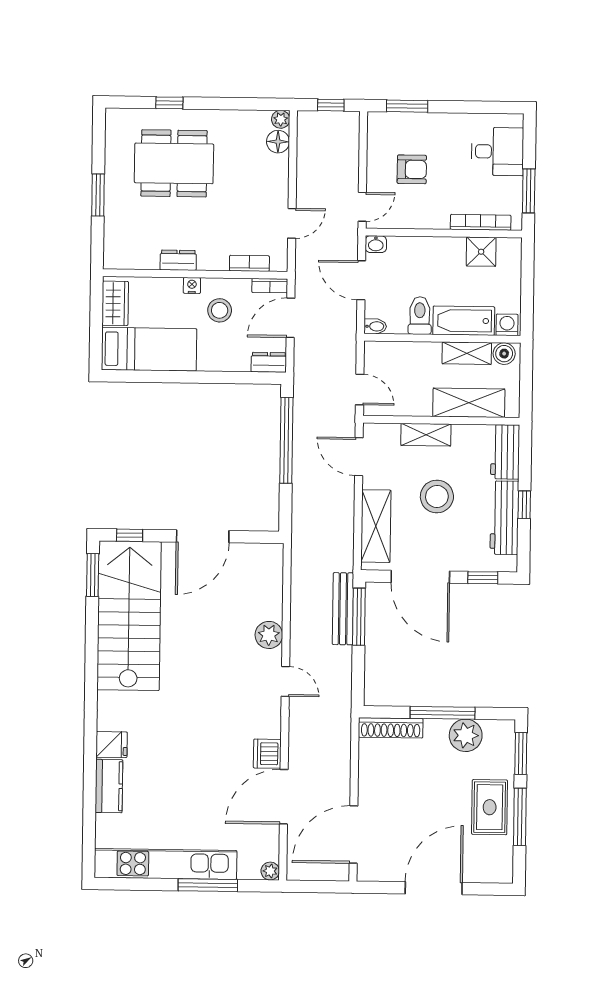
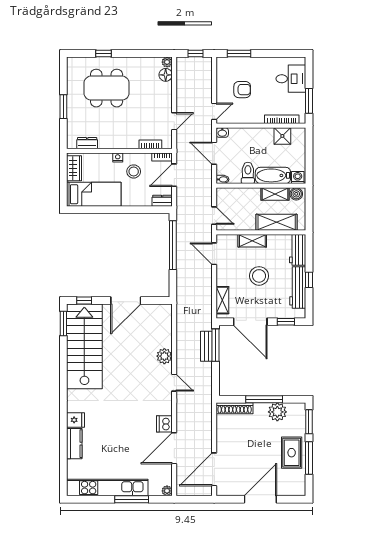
dresser: (178, 260) -> (87, 143), moved
shelving: (376, 526) -> (222, 300), width x0.67, depth x0.75
bench: (343, 609) -> (206, 346), width x0.73

